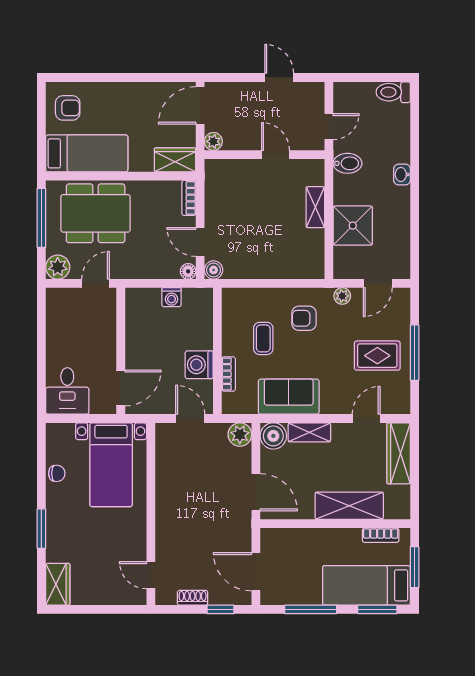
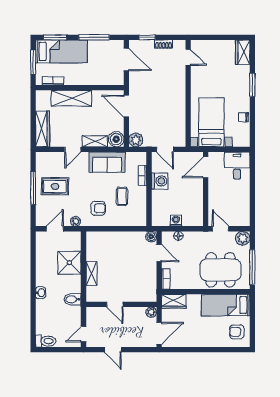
door: (329, 127) -> (84, 334), moved
floor lamp: (188, 271) -> (178, 236), moved
door: (96, 283) -> (220, 229), swing flipped
door: (366, 419) -> (73, 149), moved

